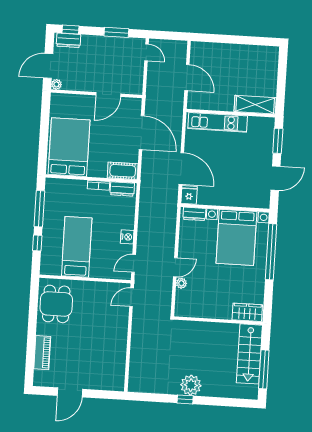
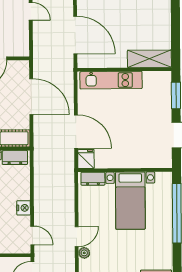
door: (187, 78) -> (75, 35), width x1.36
bed with nightstands: (236, 237) -> (130, 201), width x0.73
door: (134, 263) -> (32, 235), swing flipped

